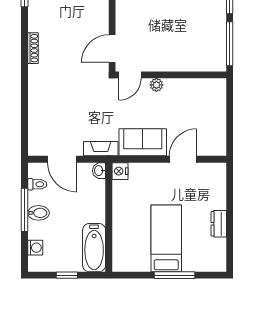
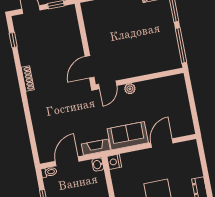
door: (62, 159) -> (67, 161), swing flipped
toilet: (37, 184) -> (49, 172), moved

